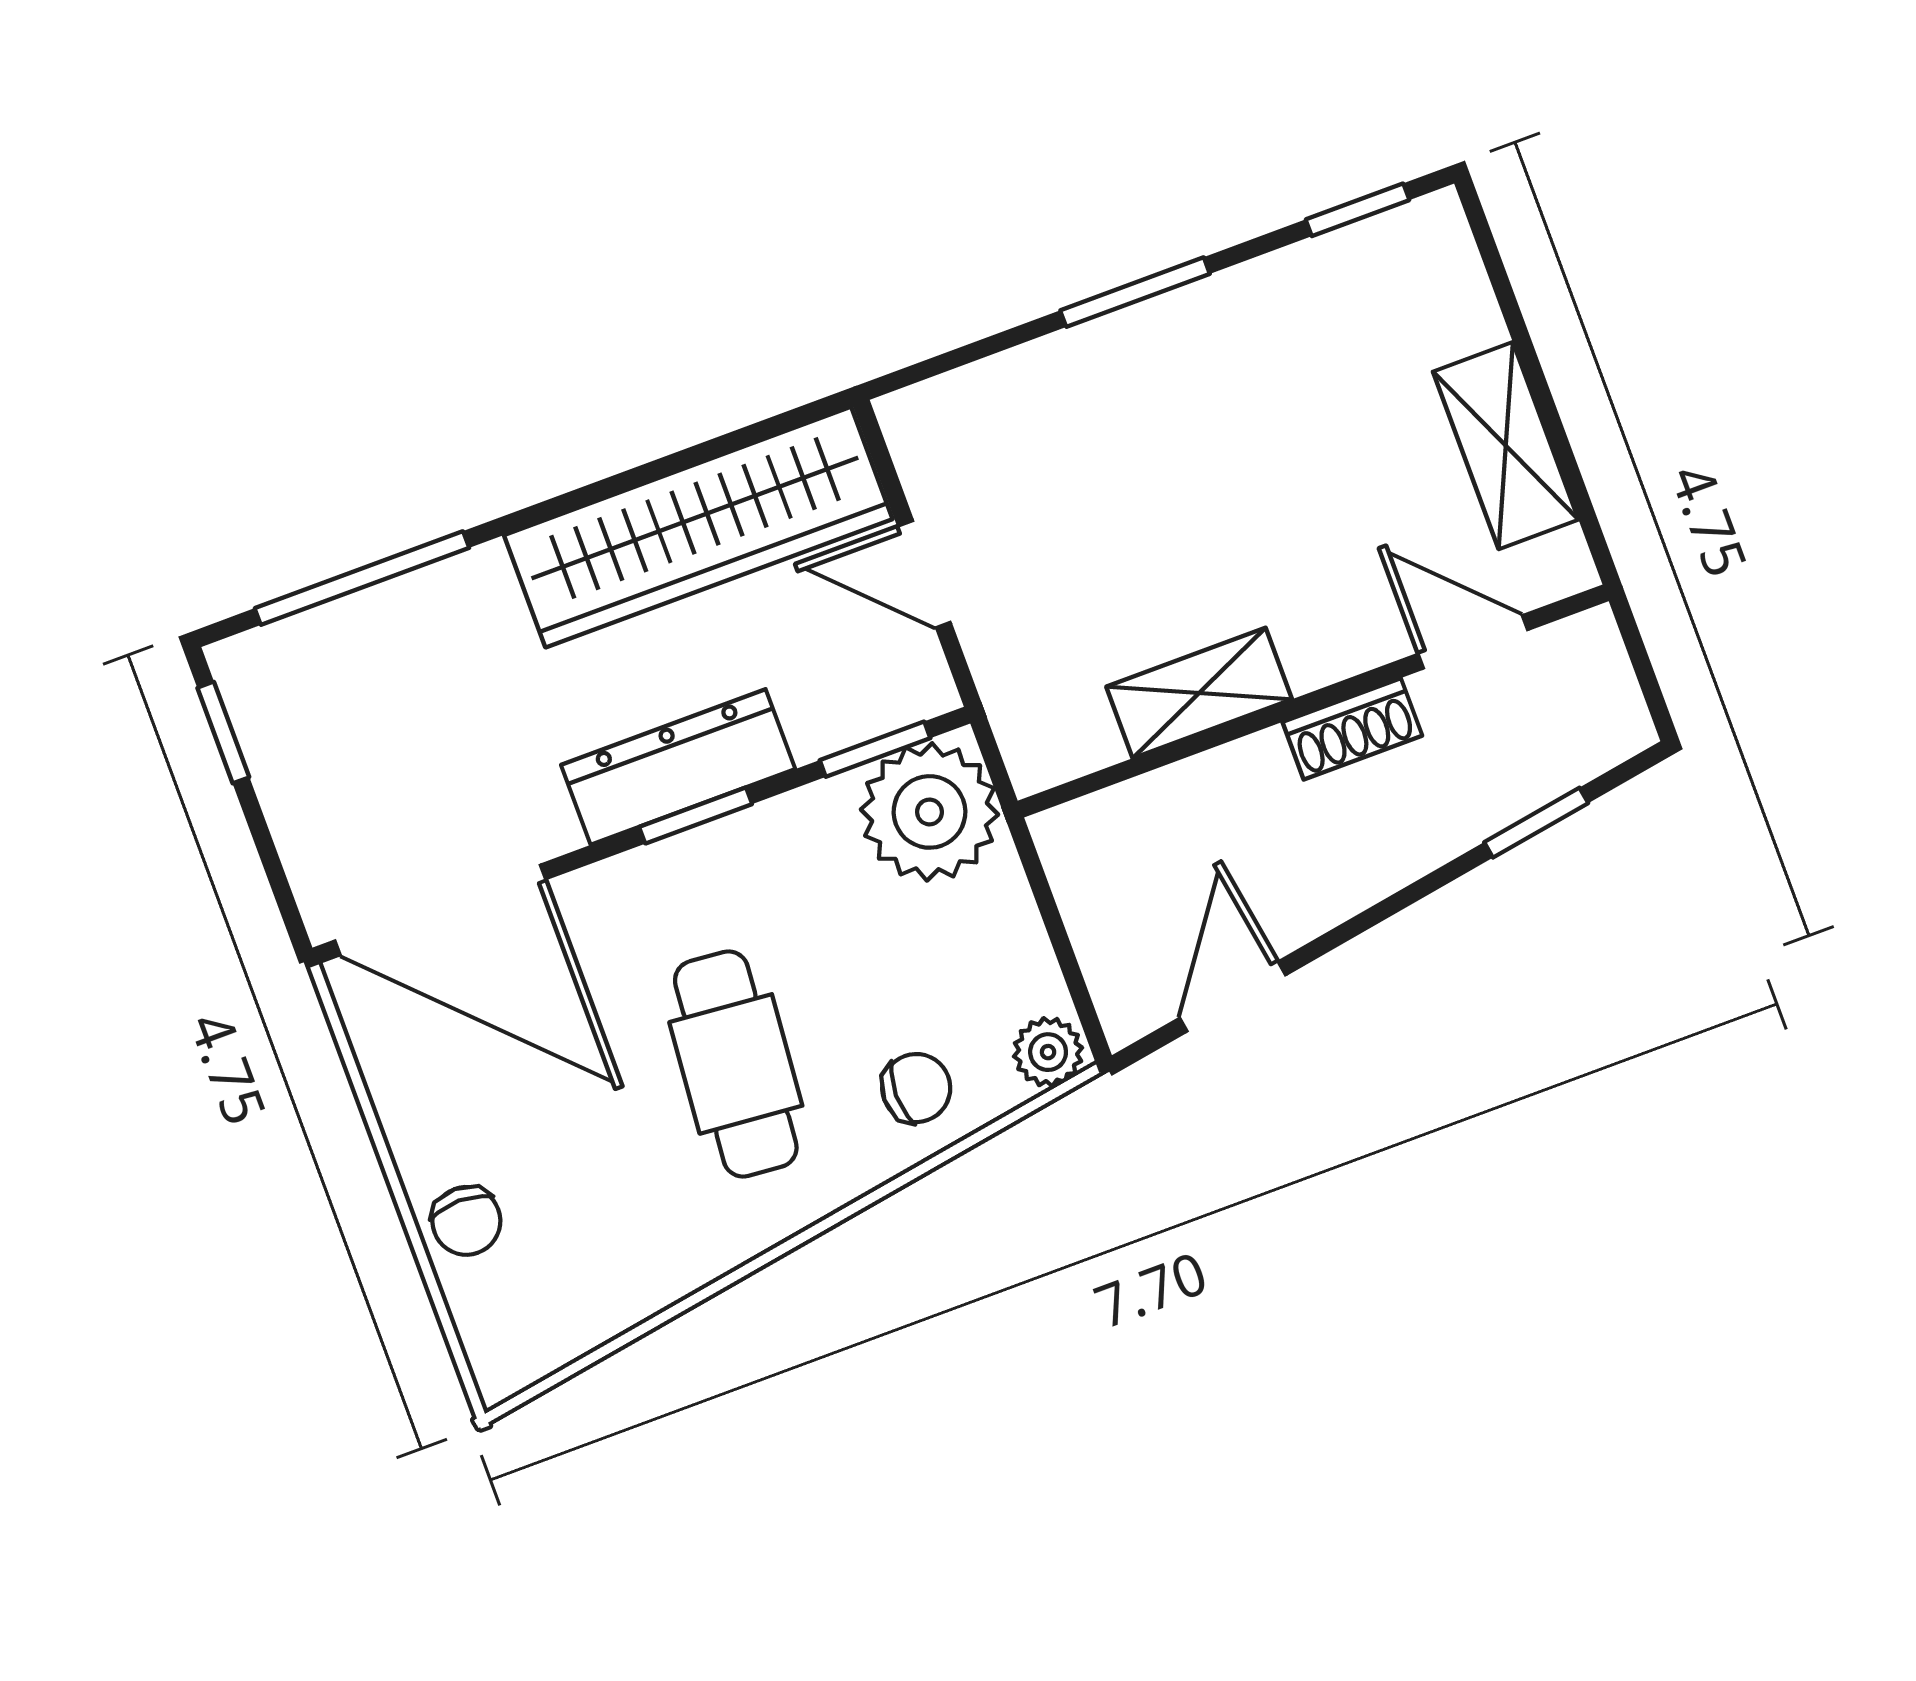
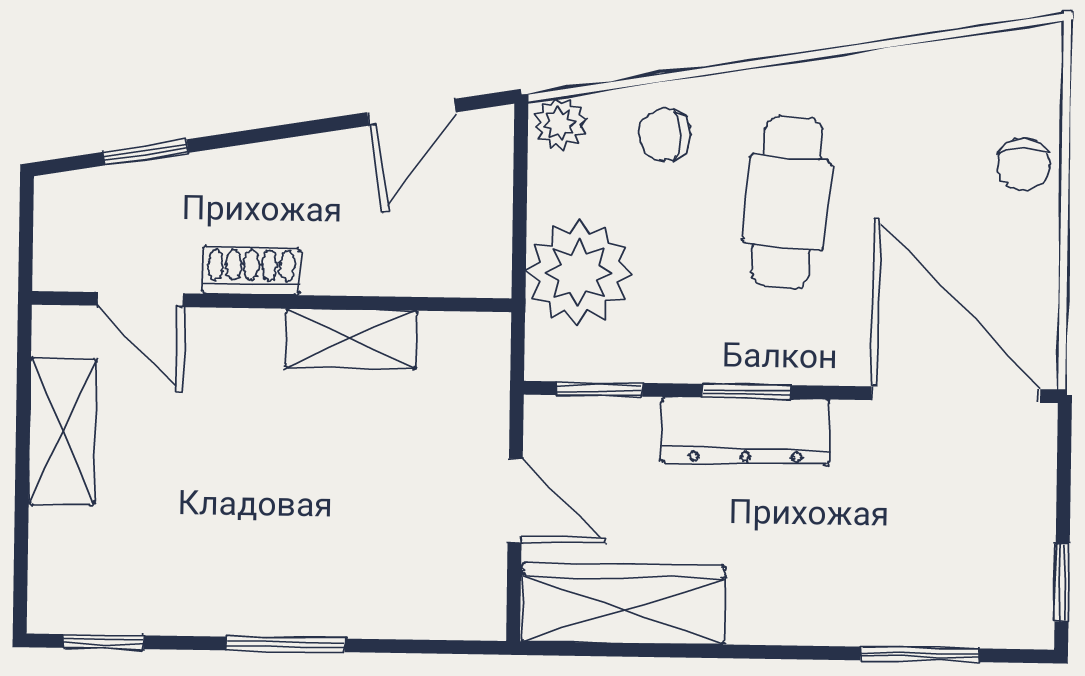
wardrobe: (698, 527) -> (624, 604), width x0.71, depth x0.85
window: (362, 578) -> (920, 654), width x0.69
plant: (930, 812) -> (579, 273), moved
chair: (466, 1221) -> (1024, 164), turned 180

